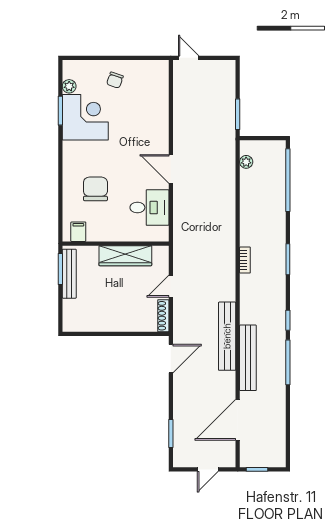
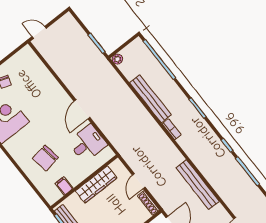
plant: (246, 162) -> (117, 59), moved
door: (171, 169) -> (82, 109), hinge flipped
chair: (95, 189) -> (45, 158), turned -99
filing cabinet: (78, 232) -> (64, 186), moved
bench: (248, 358) -> (150, 99), moved

